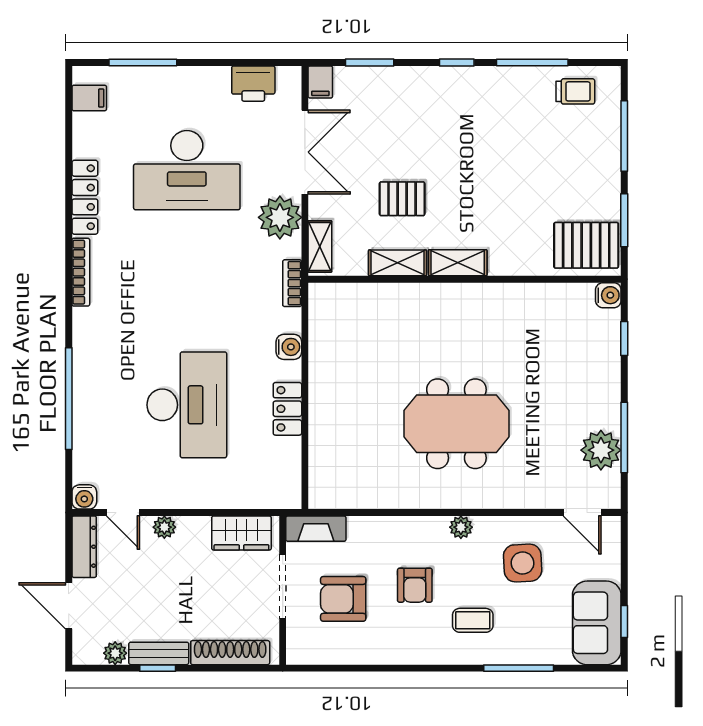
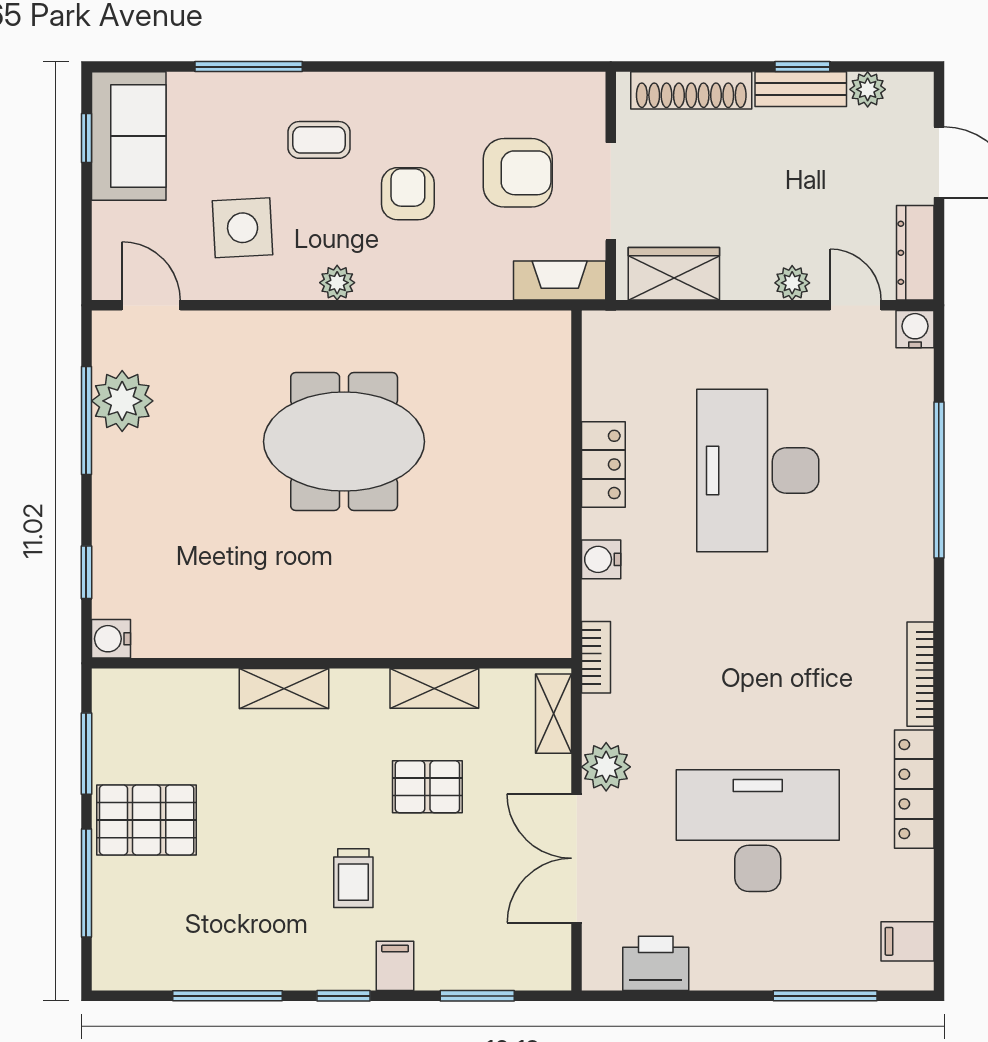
filing cabinet: (320, 82) -> (395, 966), moved
trolley: (575, 91) -> (353, 878), moved, turned -90
plant: (280, 217) -> (606, 767), width x0.73, depth x0.73
pallet: (586, 245) -> (147, 820), moved
shelving: (458, 263) -> (284, 689), moved

